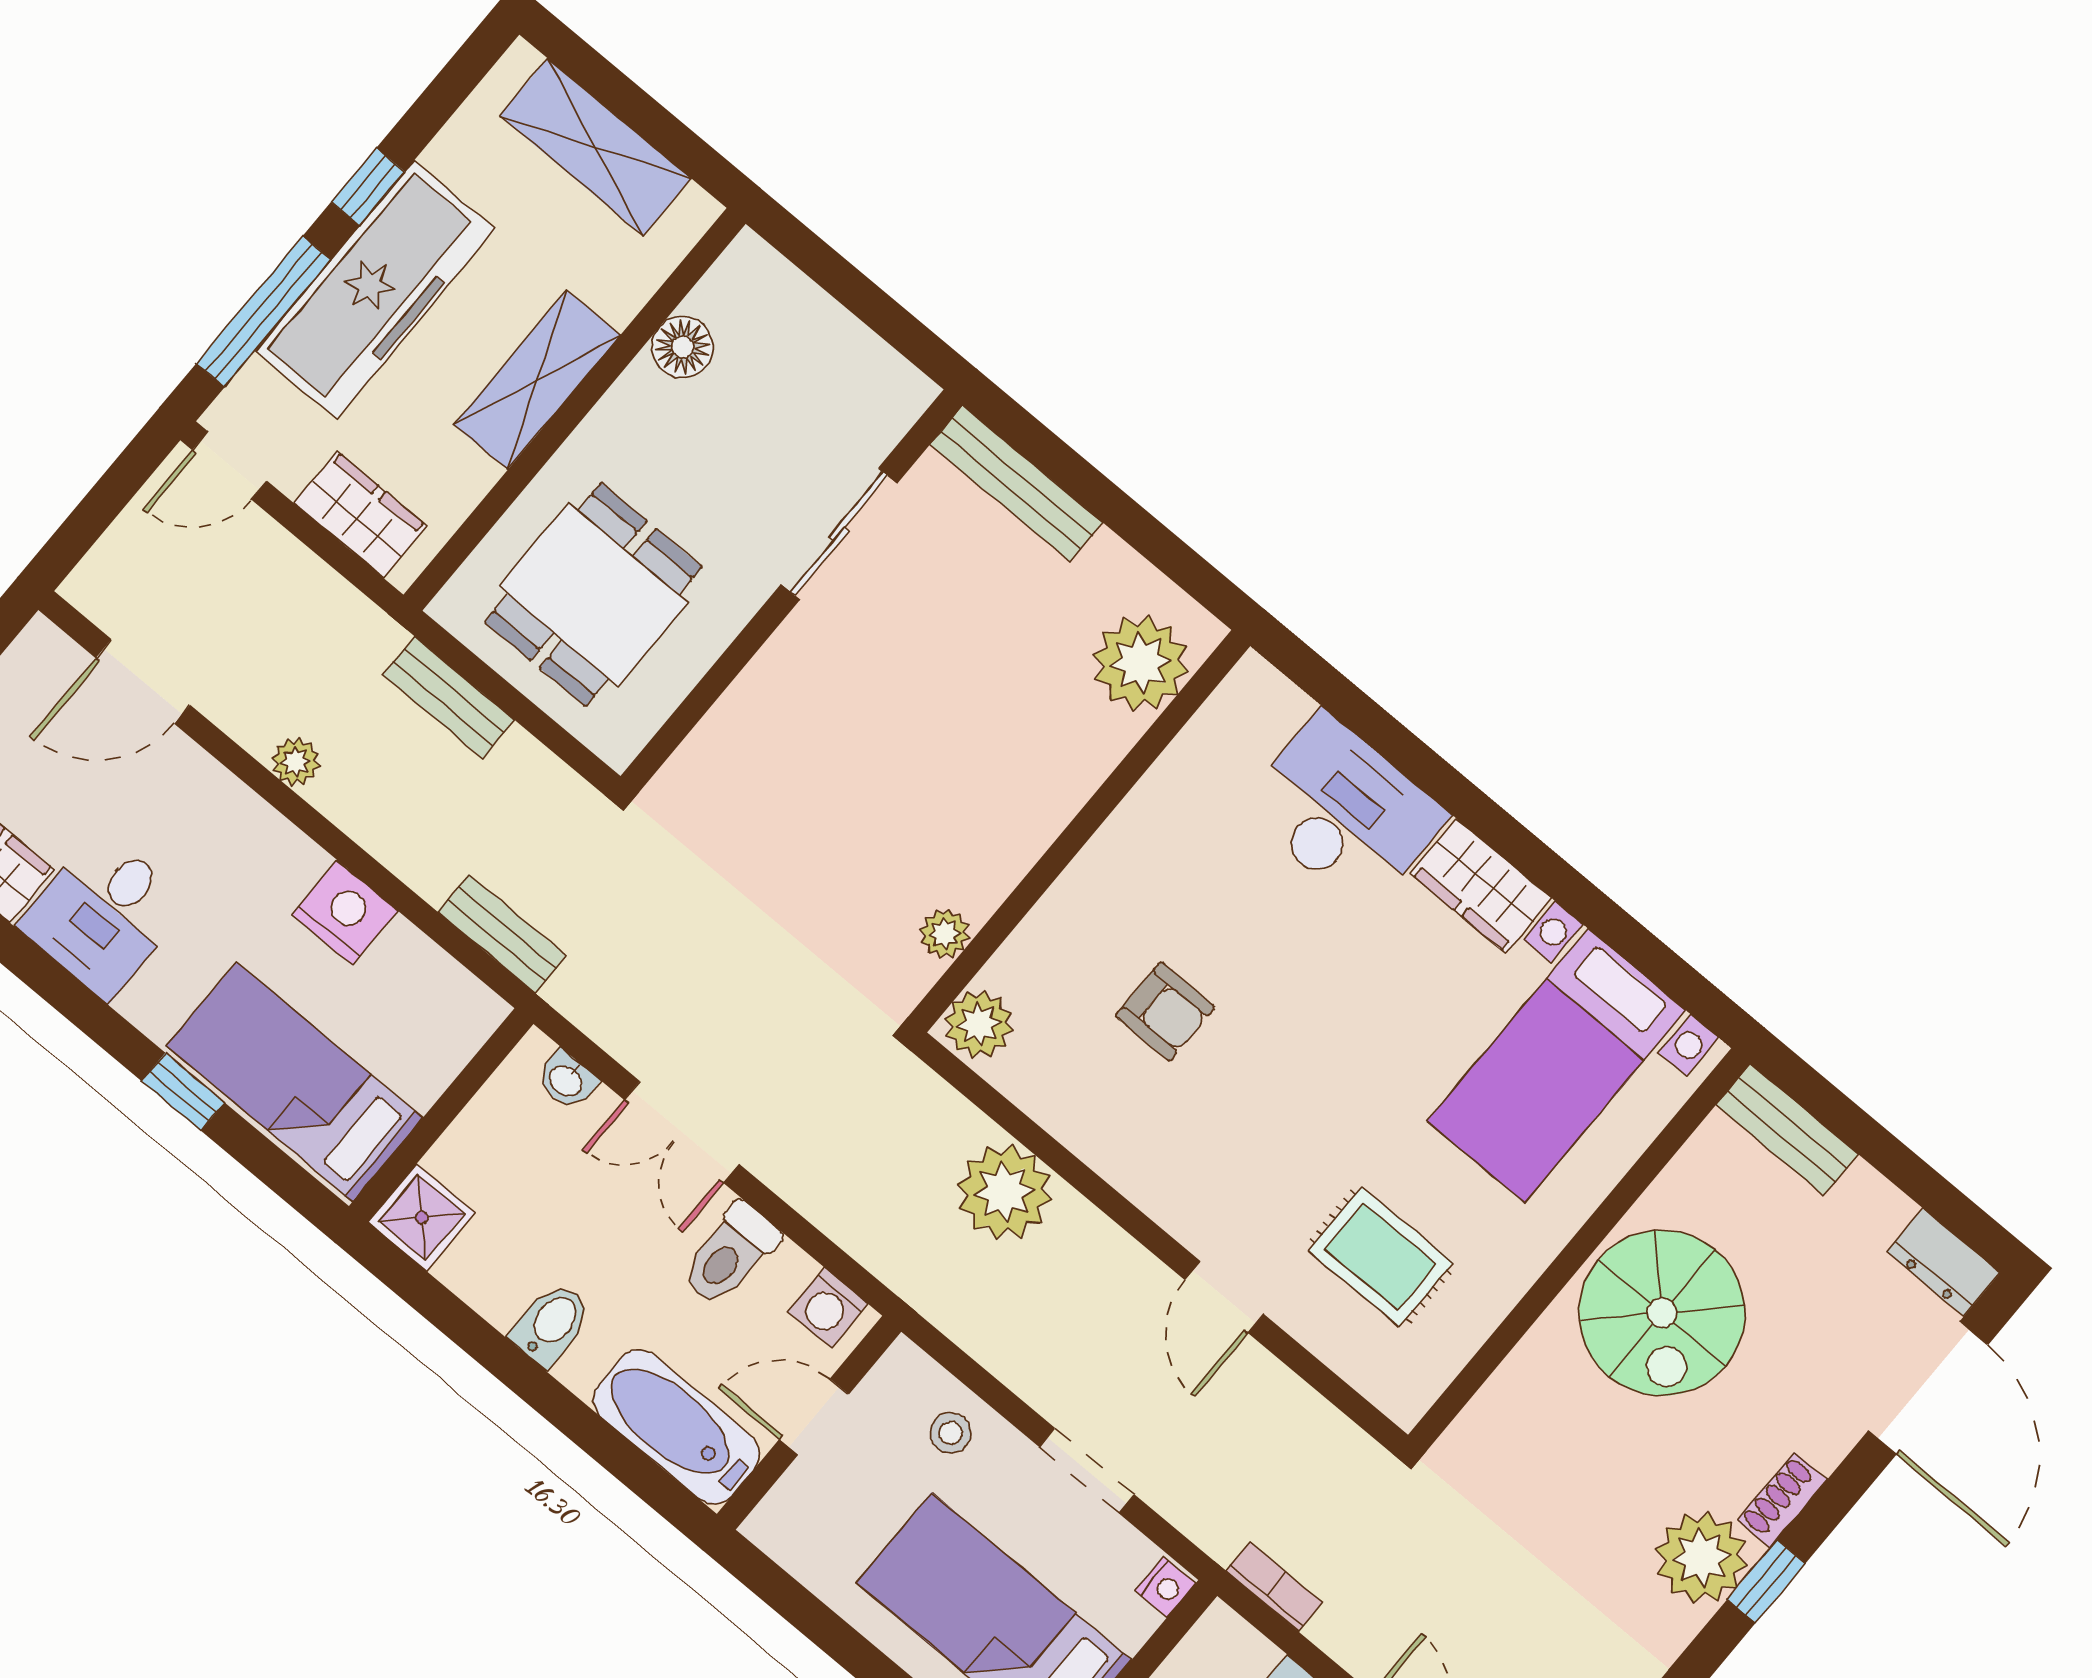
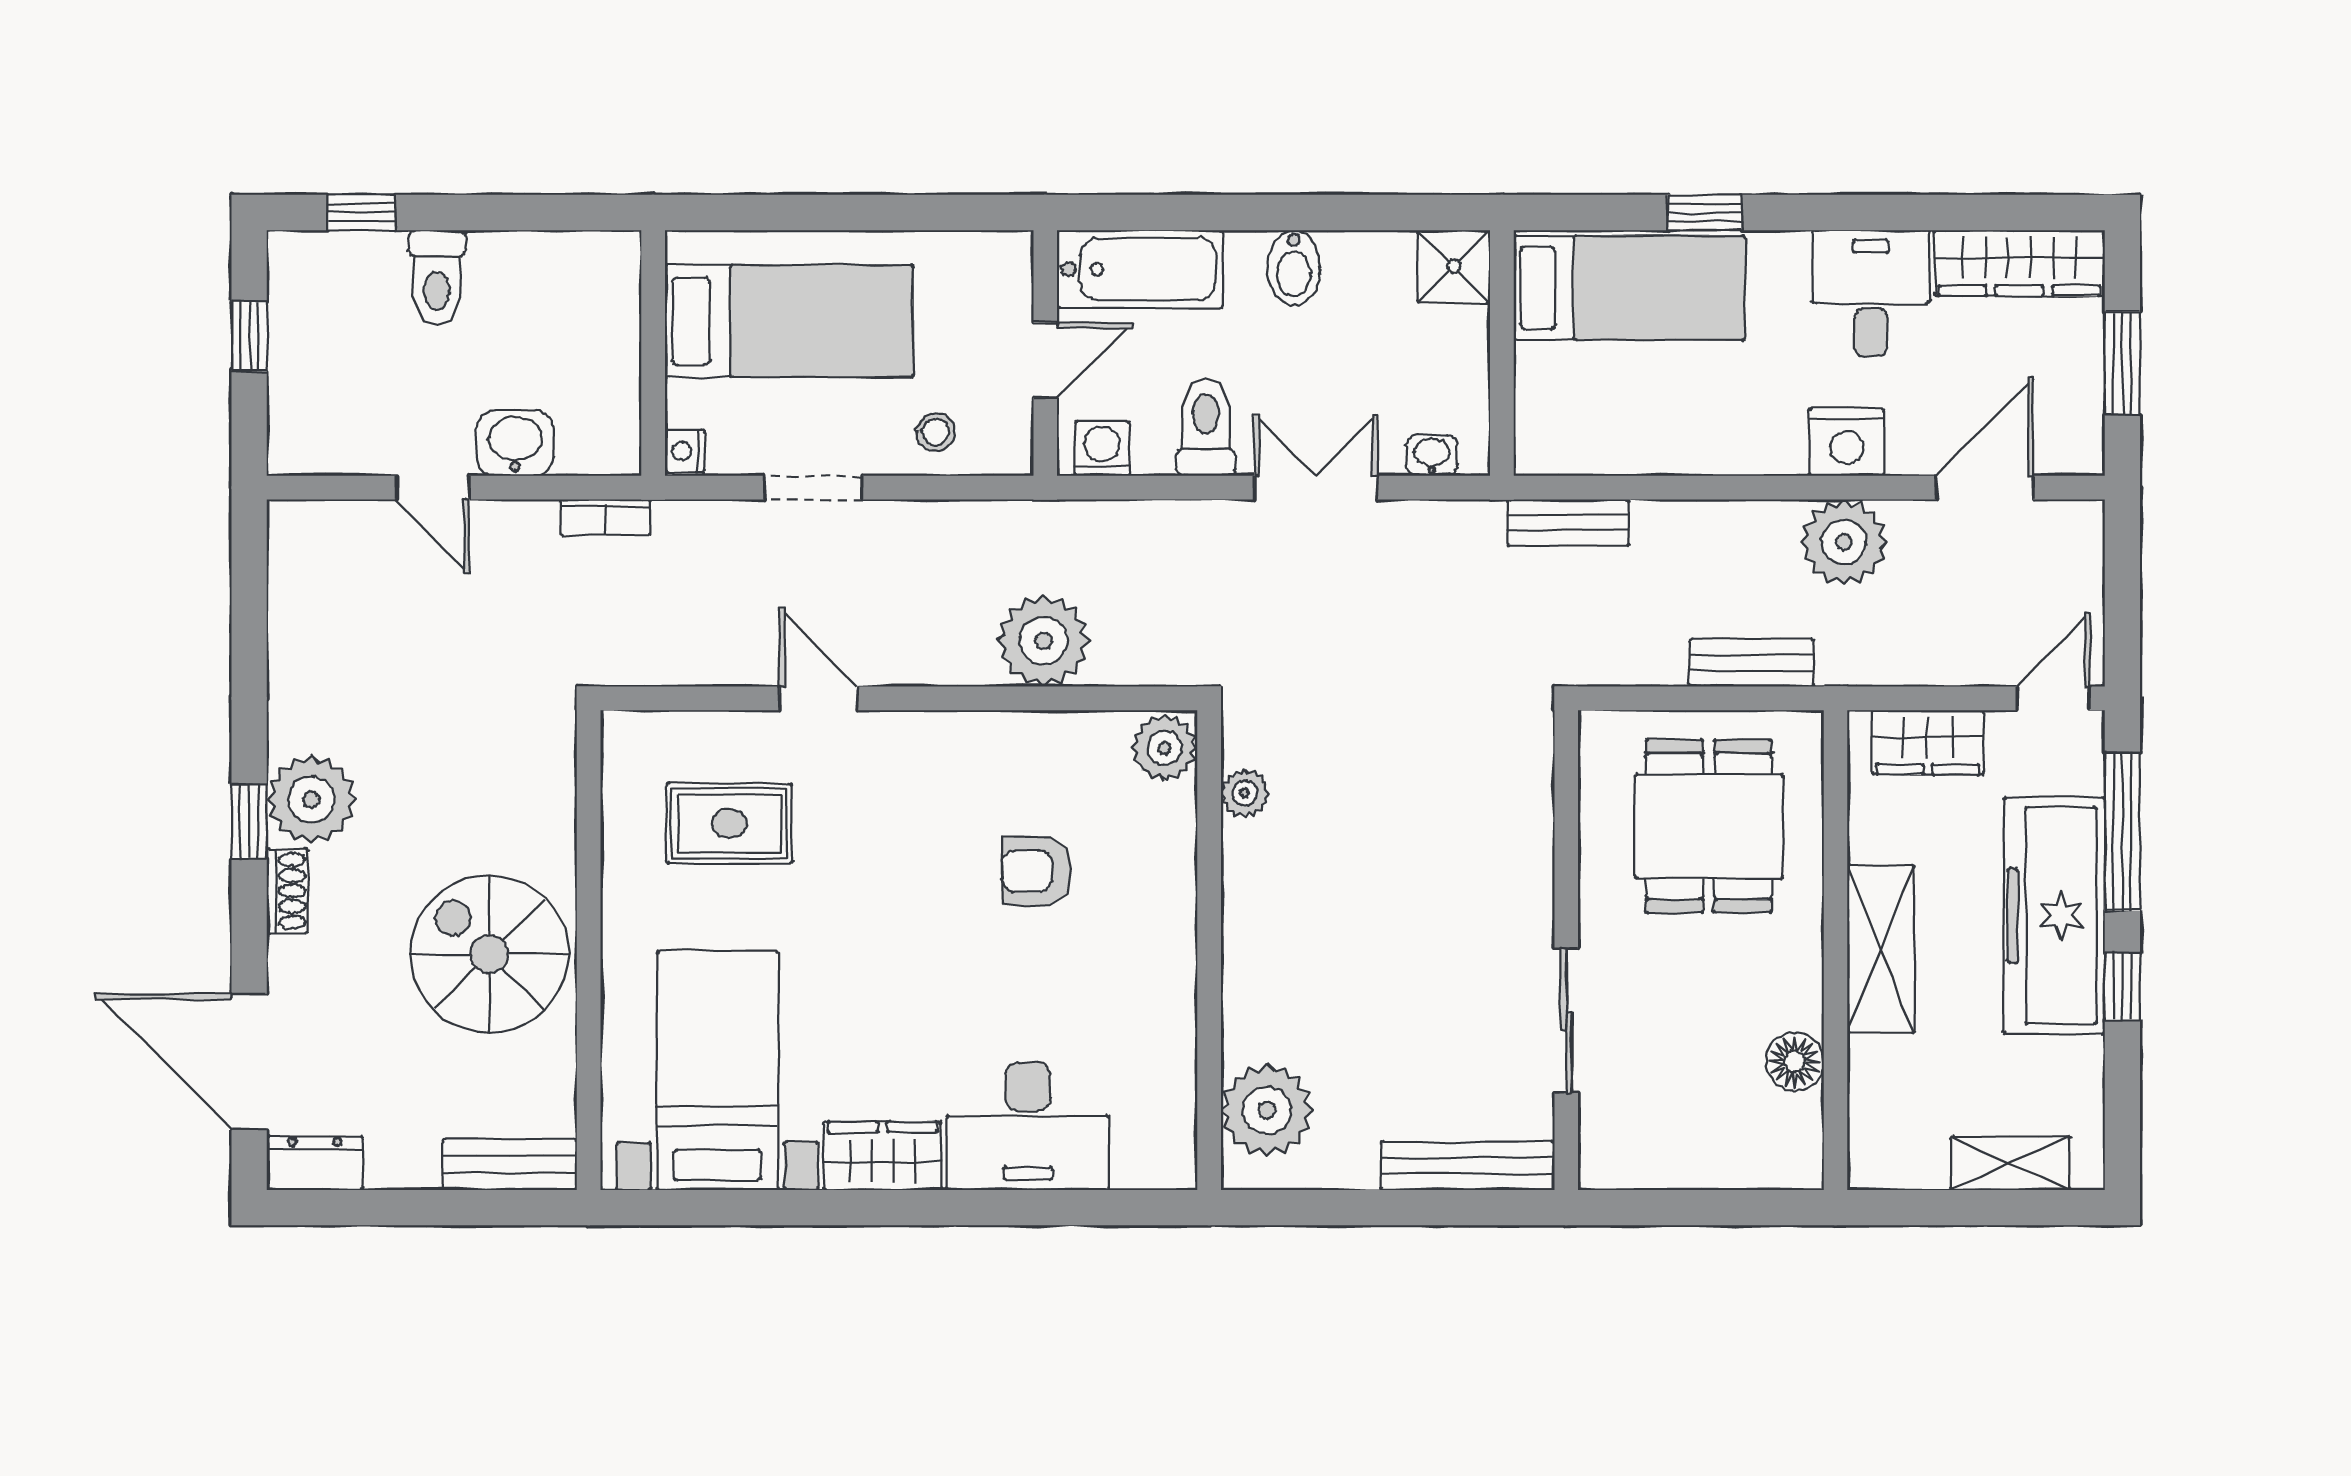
shelving: (595, 147) -> (2010, 1163), width x0.67, depth x0.75
plant: (296, 762) -> (1844, 542), width x1.88, depth x1.88
nightstand: (345, 913) -> (1846, 442), moved

